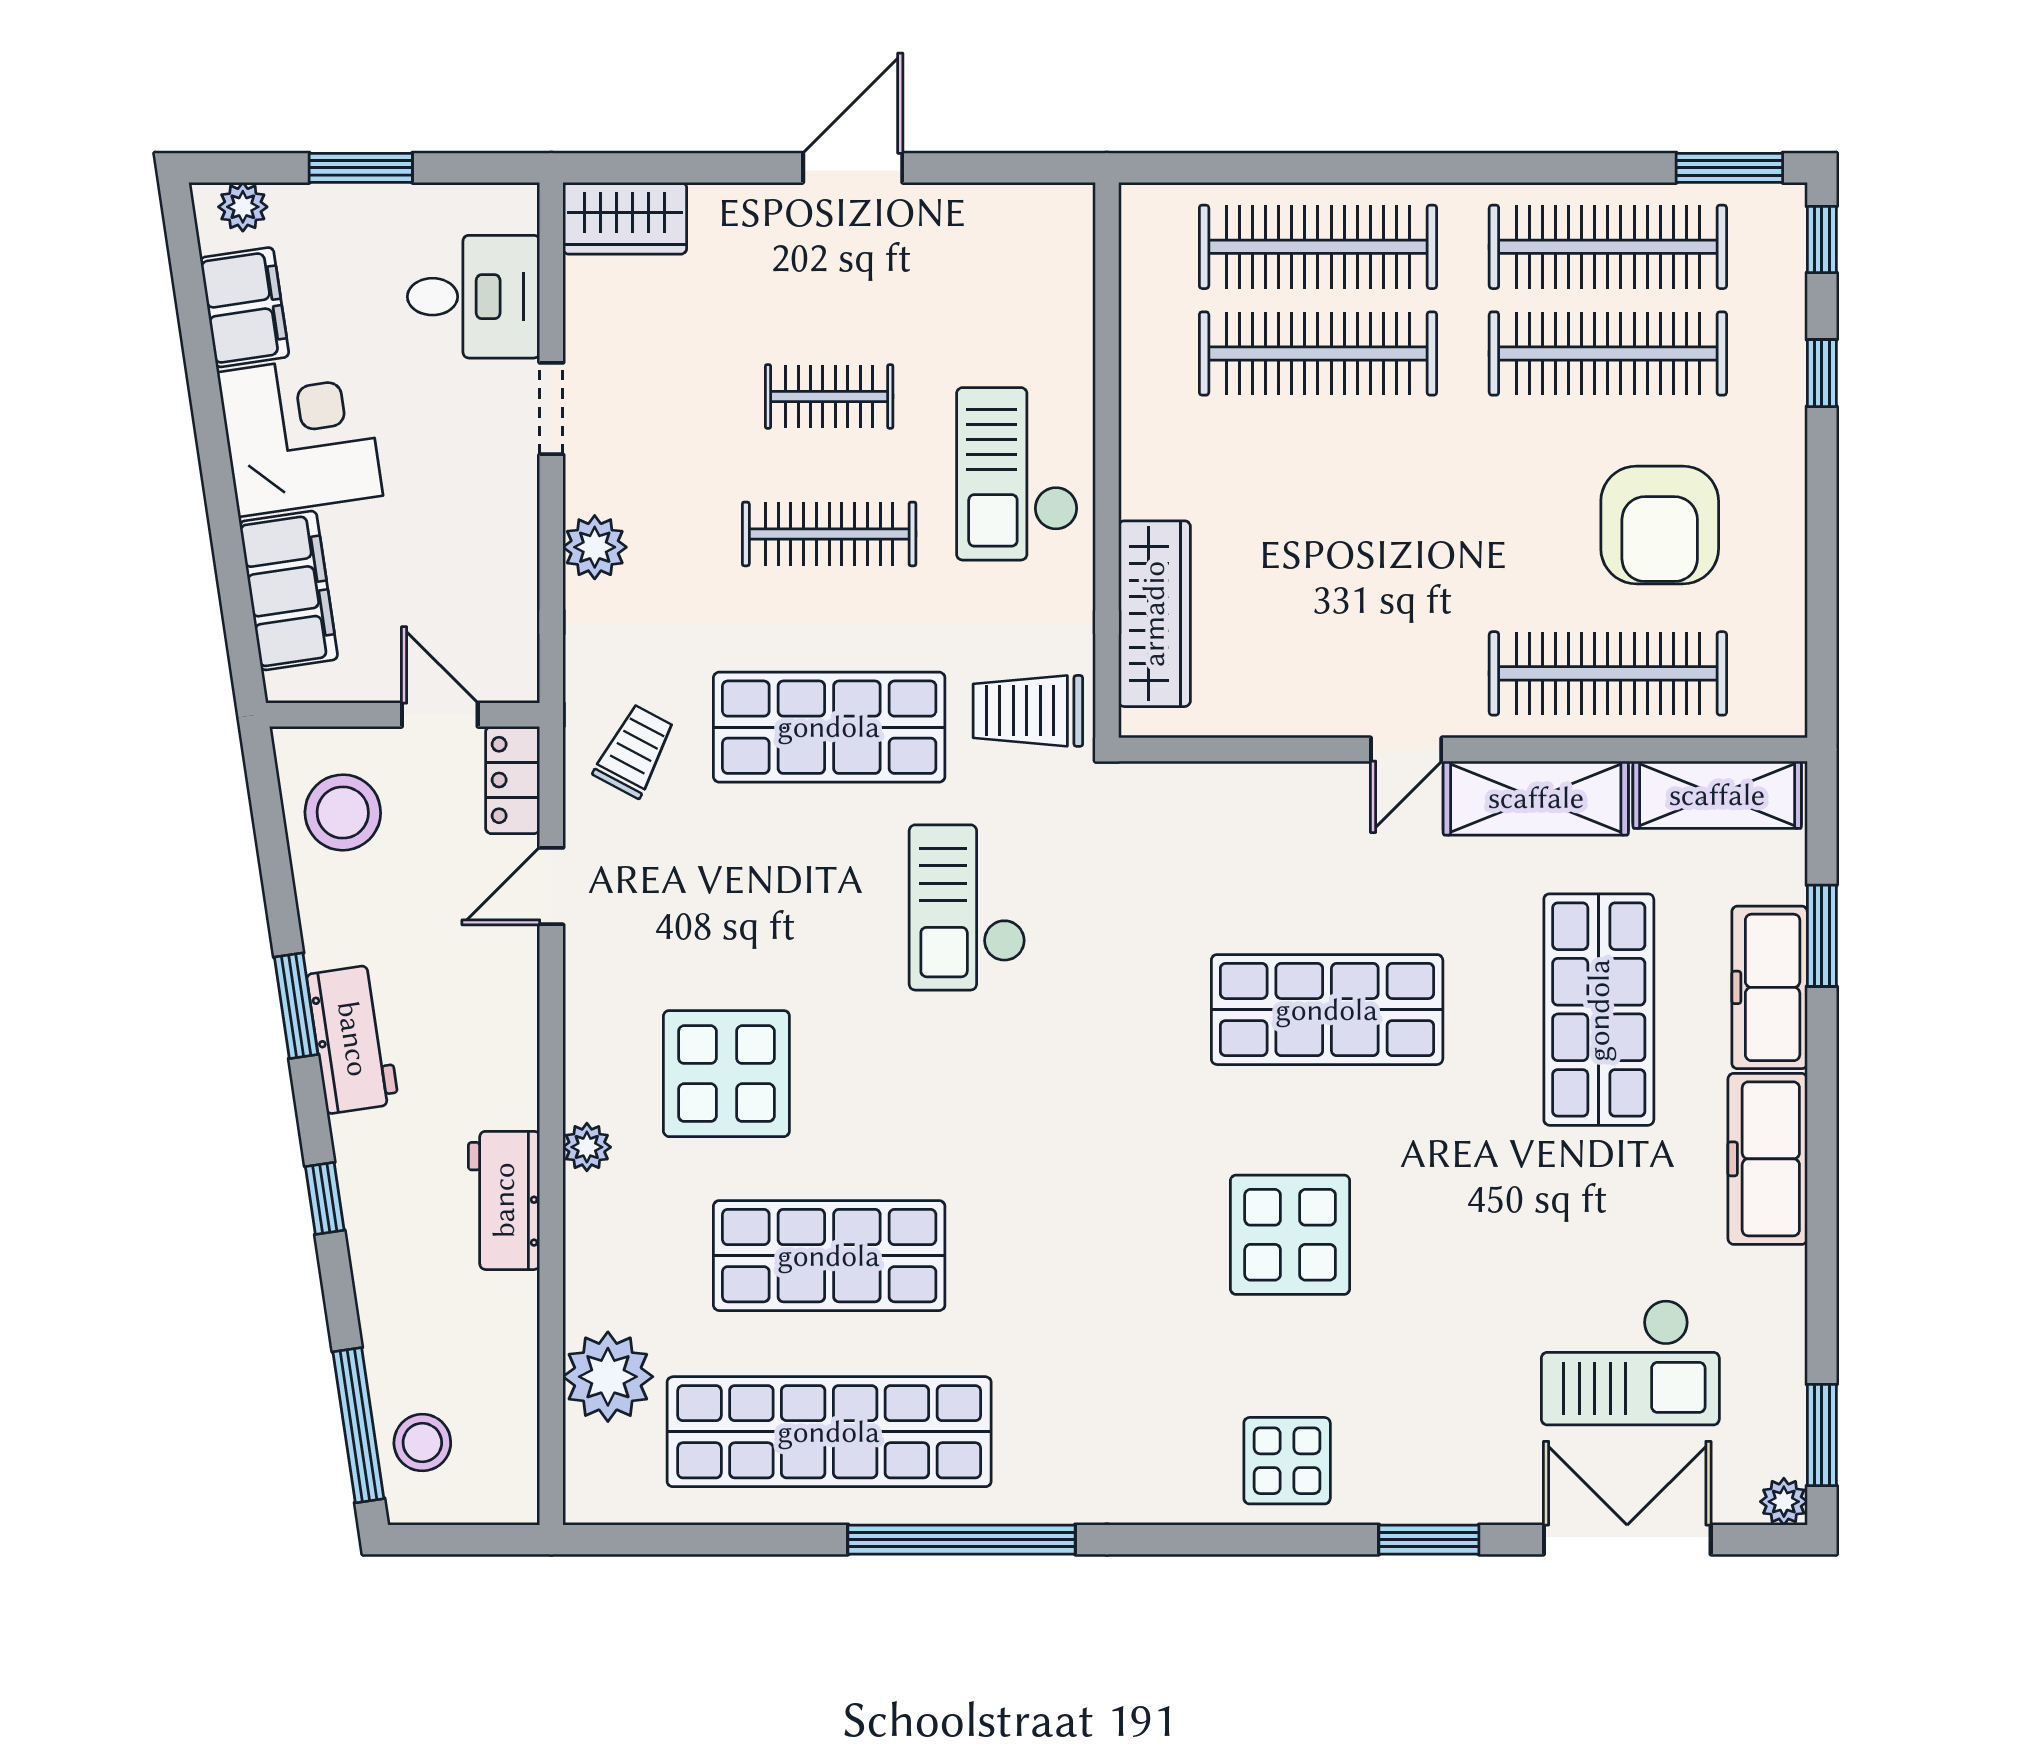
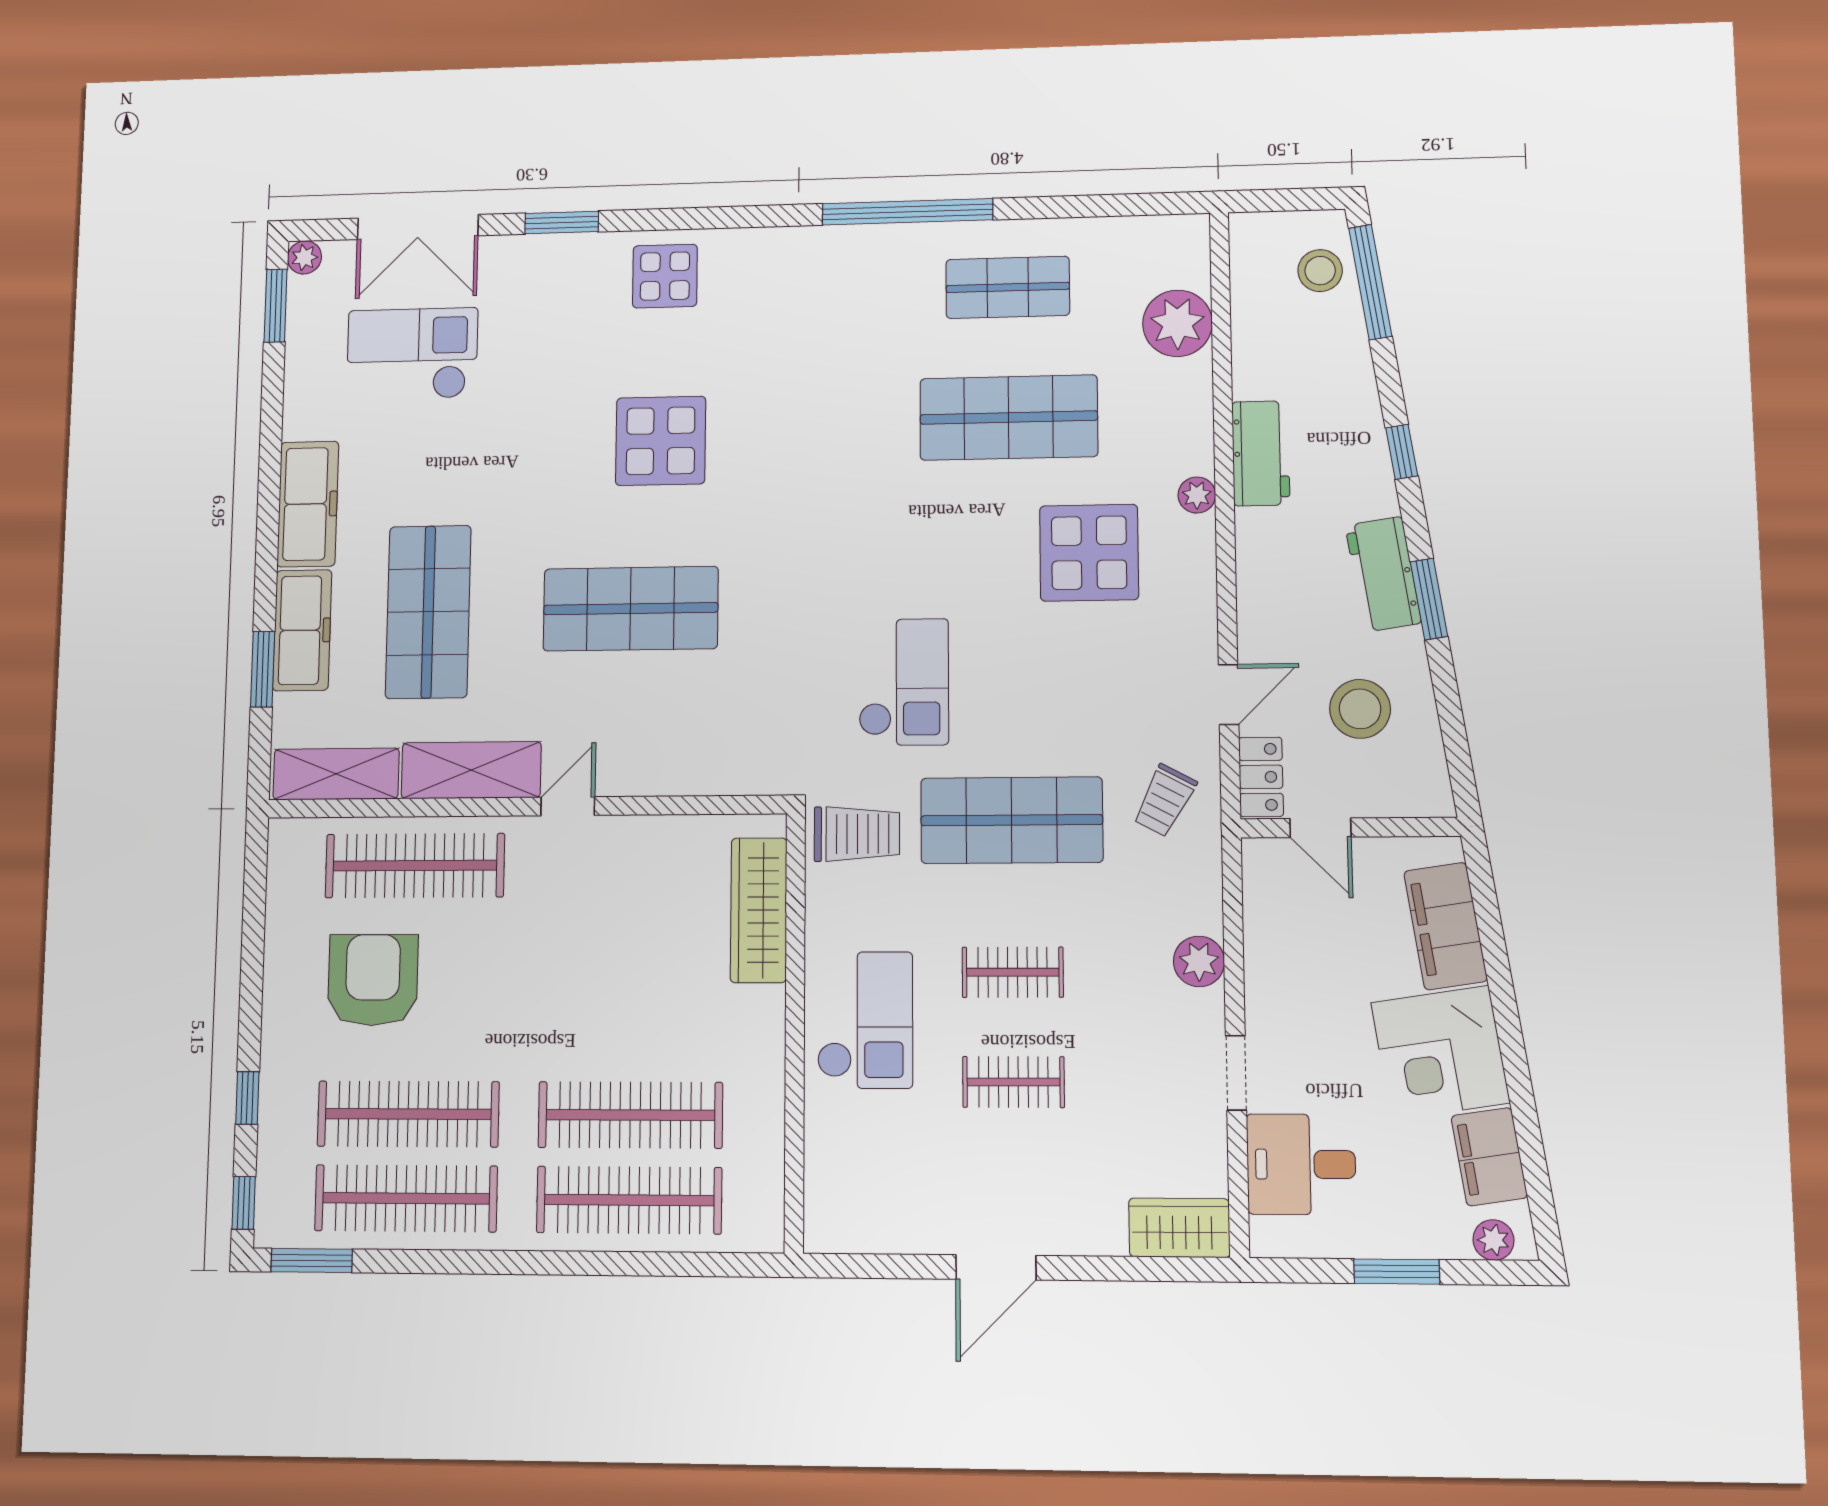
clothes rail: (829, 534) -> (1013, 972), width x0.73
stool: (343, 812) -> (1360, 709), moved
shop shelf: (829, 1432) -> (1008, 287), width x0.50, depth x0.74

